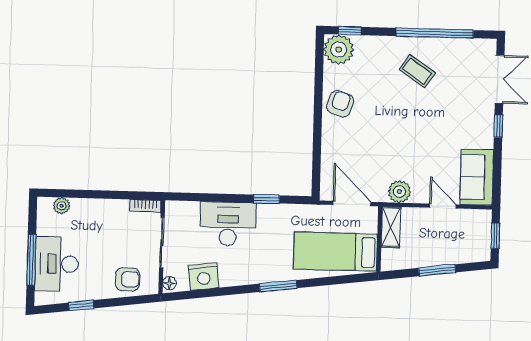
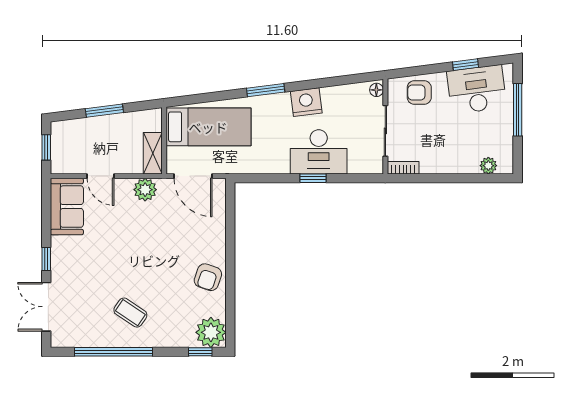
window: (266, 199) -> (313, 178), moved
desk: (57, 264) -> (477, 89), moved, turned -97
nightstand: (204, 277) -> (306, 102), moved

